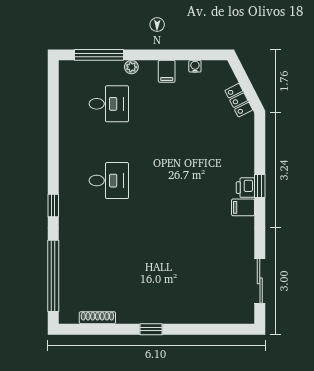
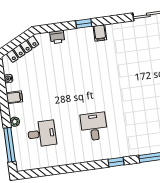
locker: (239, 100) -> (23, 49), width x1.53
desk: (109, 104) -> (42, 134), turned 90
printer: (245, 188) -> (57, 37), moved

